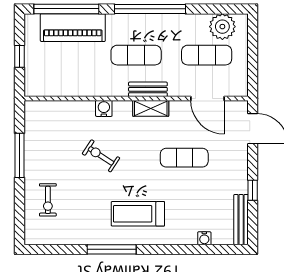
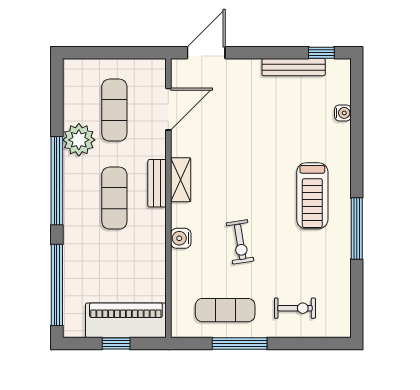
plant: (222, 27) -> (79, 140), moved
piano: (73, 28) -> (126, 320), moved, turned -90
exercise bike: (101, 156) -> (240, 242), turned -42
exercise mat: (184, 158) -> (225, 310), moved, turned 90
window: (253, 190) -> (321, 53), moved
bench: (241, 220) -> (294, 67), moved

